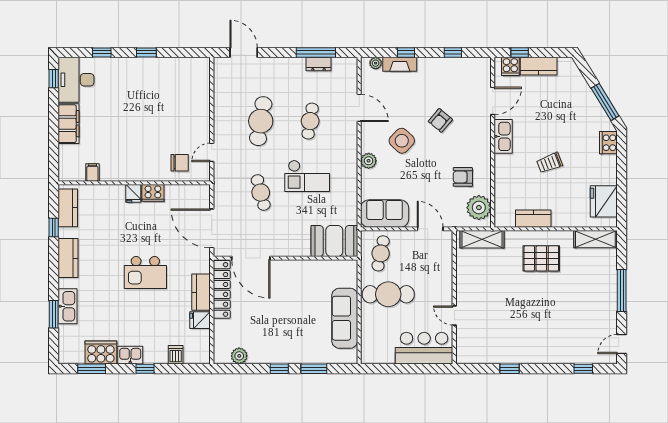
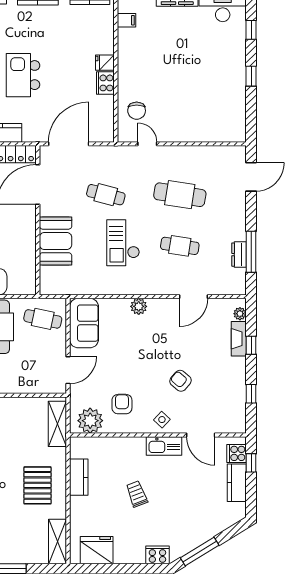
side table: (402, 141) -> (162, 420), moved, width x0.54, depth x0.54
cafe table: (261, 193) -> (106, 195), turned 30
booth: (334, 241) -> (56, 241), moved

